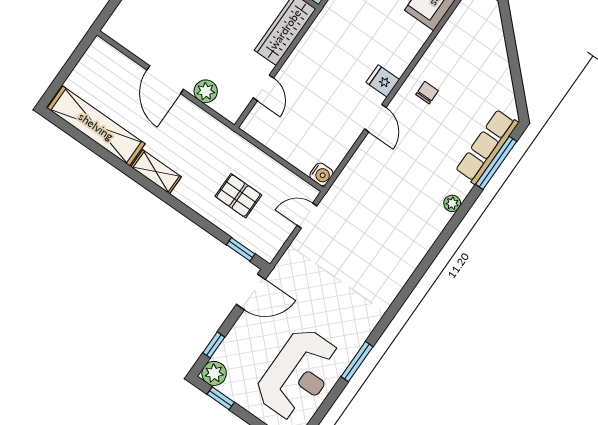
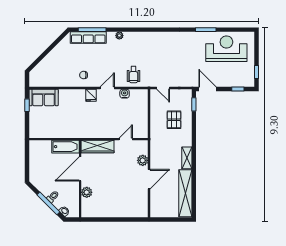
water cooler: (321, 174) -> (125, 94), moved
wheelchair: (367, 180) -> (133, 75), added
plant: (214, 373) -> (249, 81), removed

